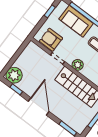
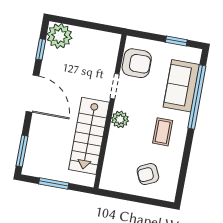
armchair: (51, 40) -> (137, 63), turned 90
door: (39, 106) -> (33, 94), hinge flipped

